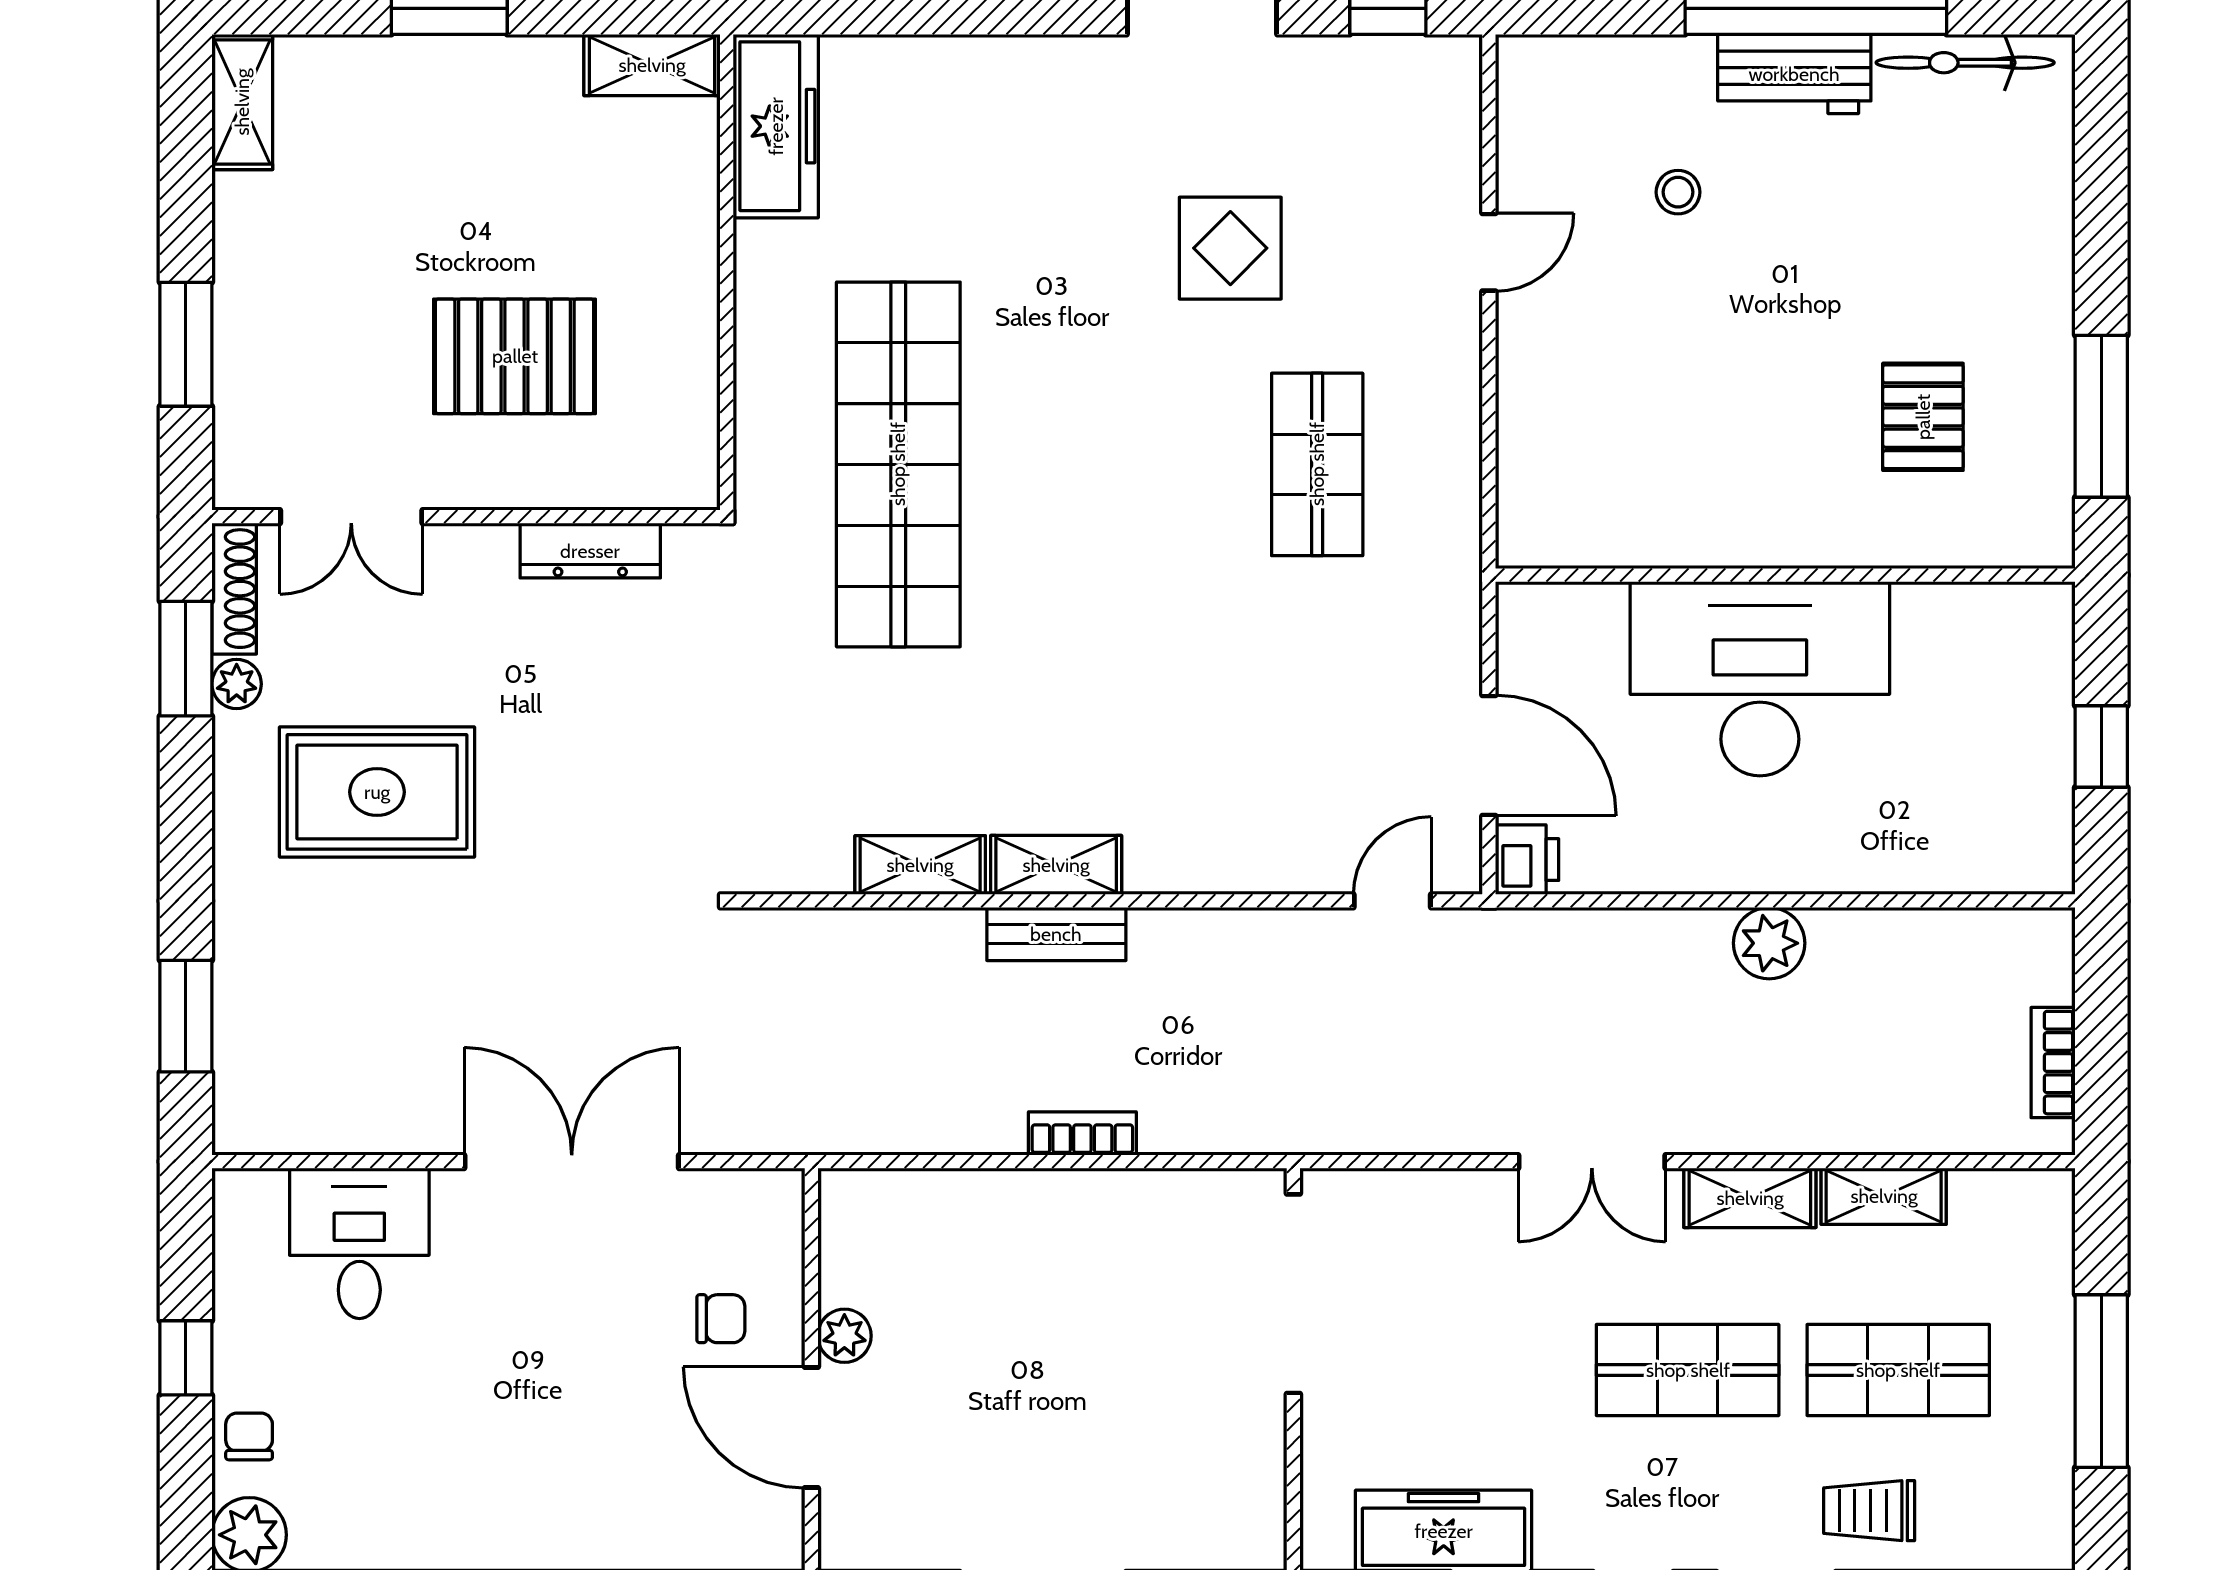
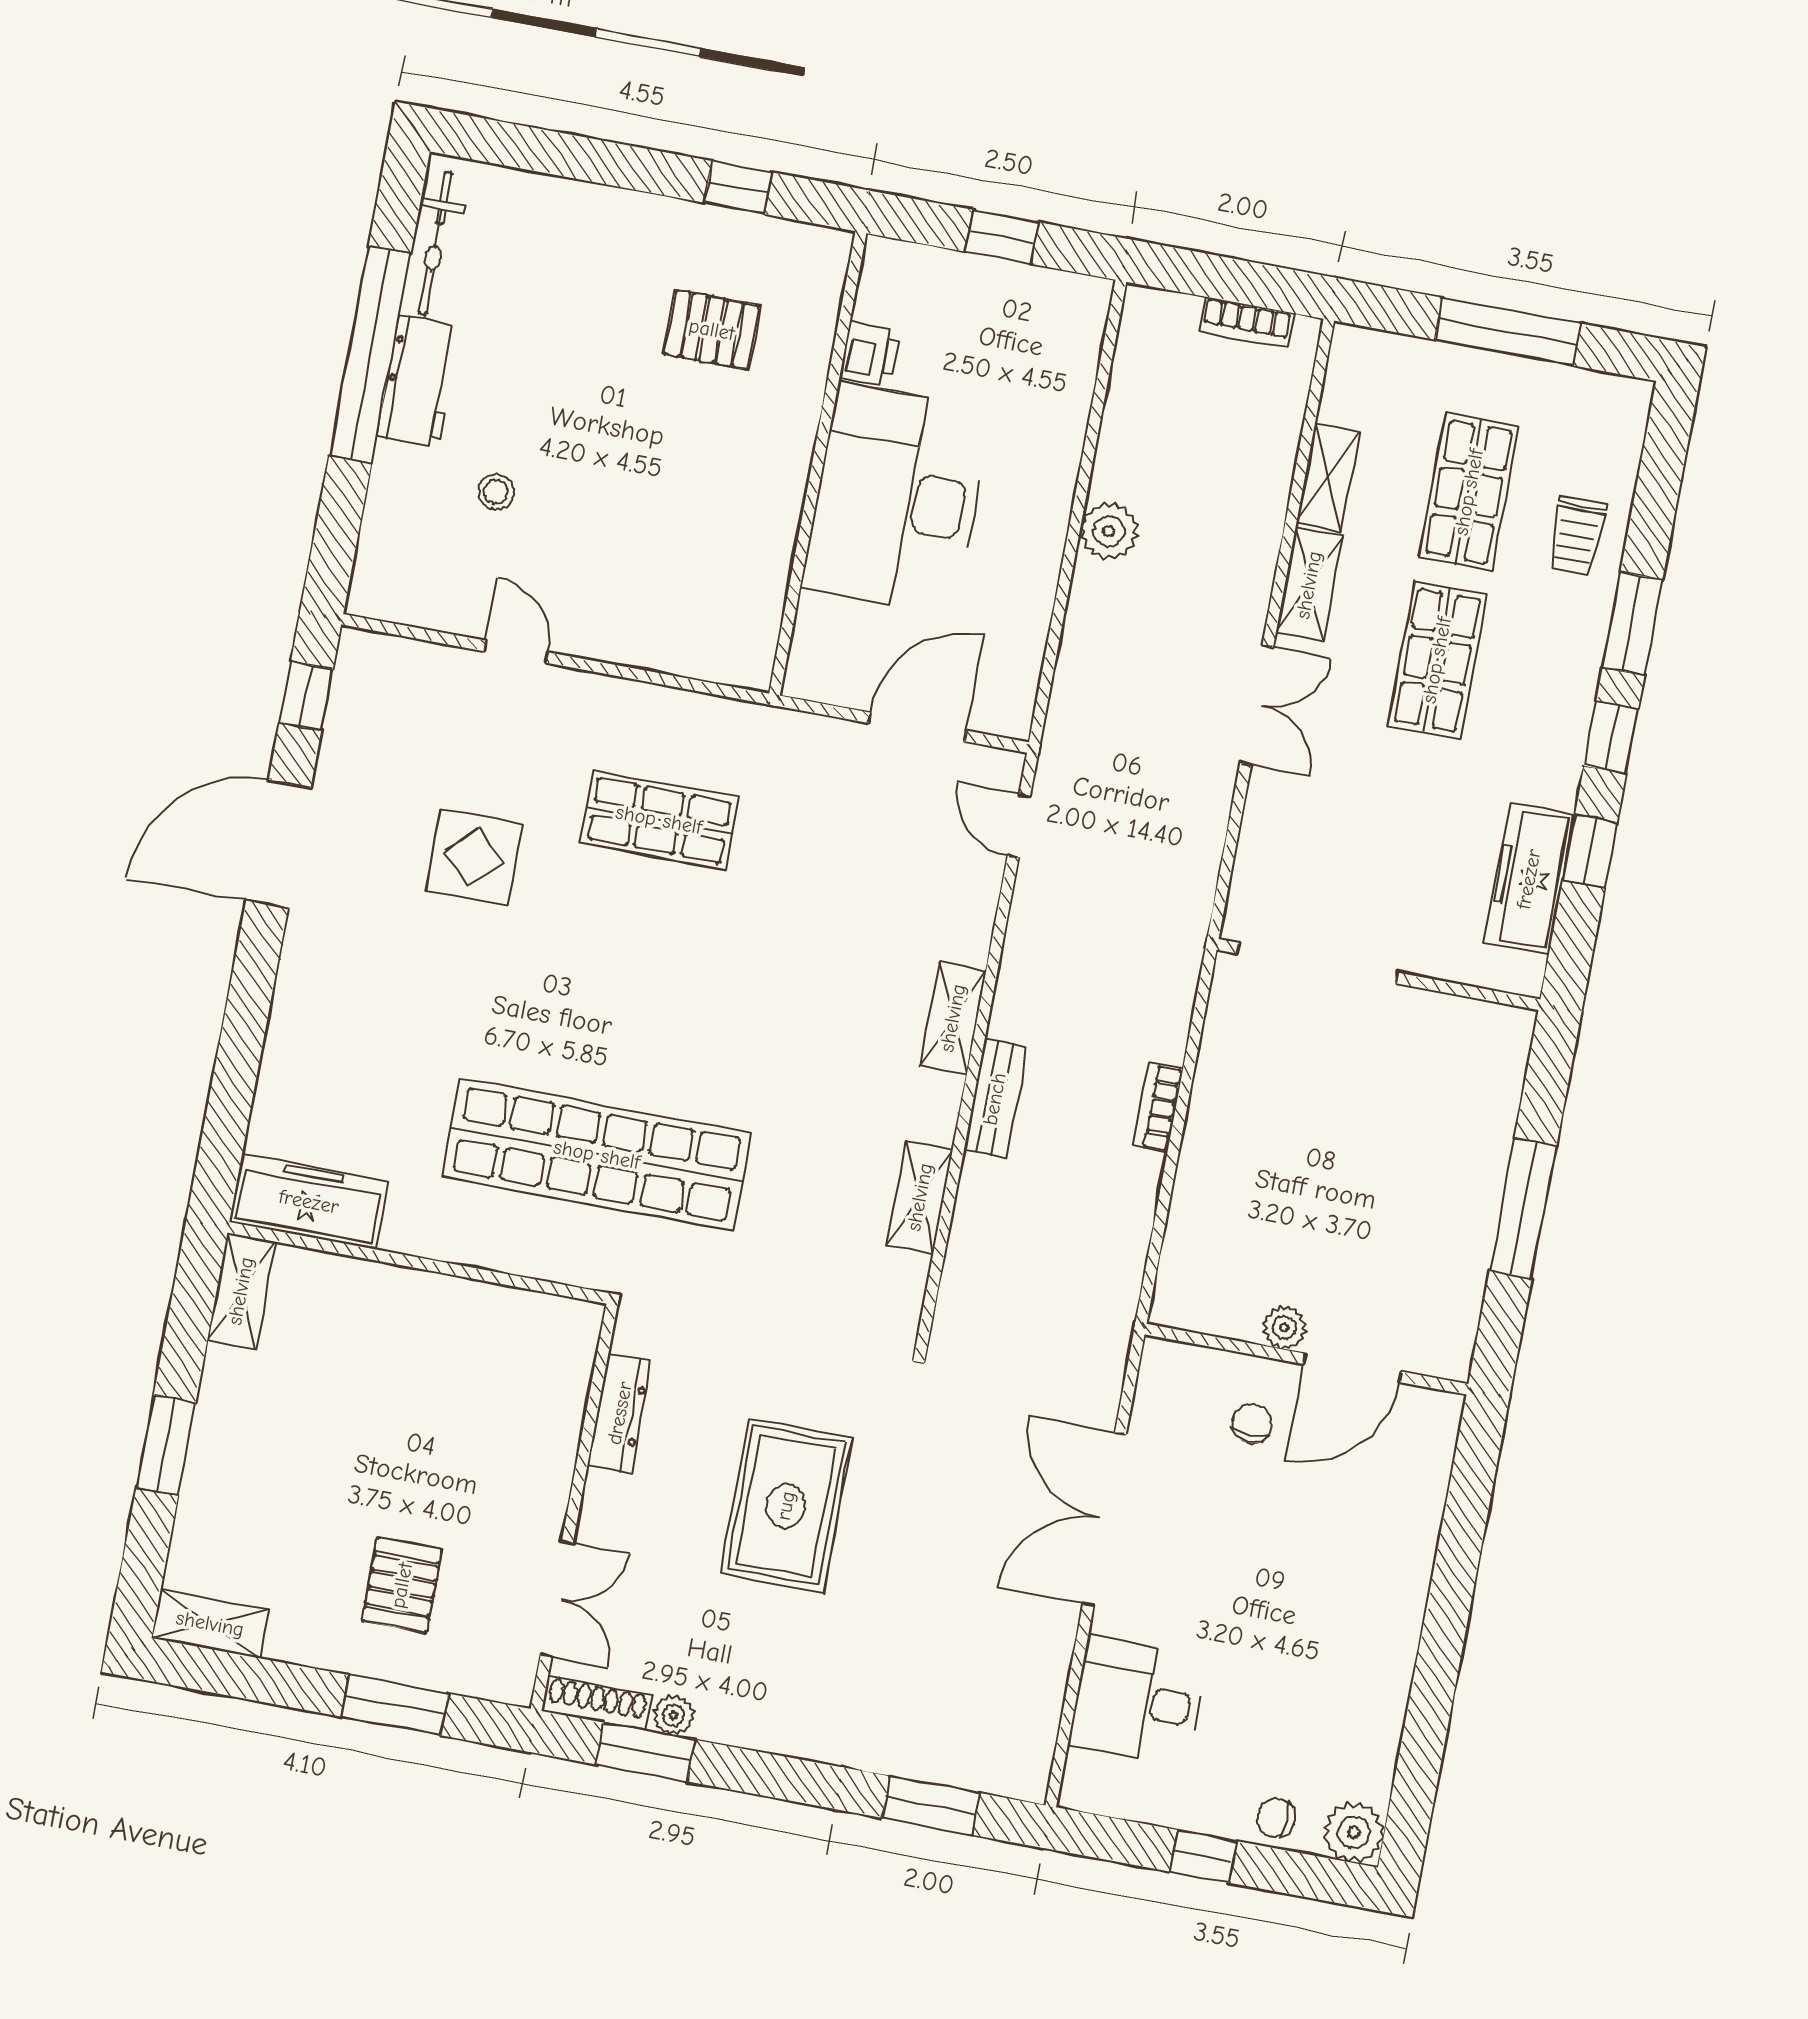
pallet: (515, 356) -> (402, 1585), moved, width x0.67, depth x0.71
window: (2101, 416) -> (738, 188), width x0.46
rug: (377, 792) -> (786, 1506), moved
printer: (1527, 860) -> (870, 354), moved, turned 90
shelving: (1056, 865) -> (953, 1018), moved

